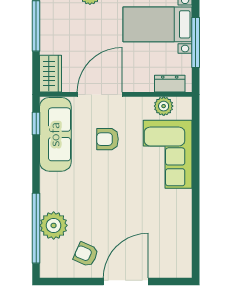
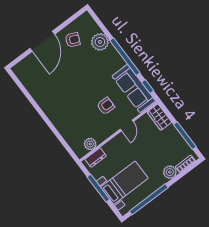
door: (100, 94) -> (127, 125), width x0.53
corner sofa: (168, 154) -> (70, 121), removed
window: (36, 228) -> (125, 57), moved

